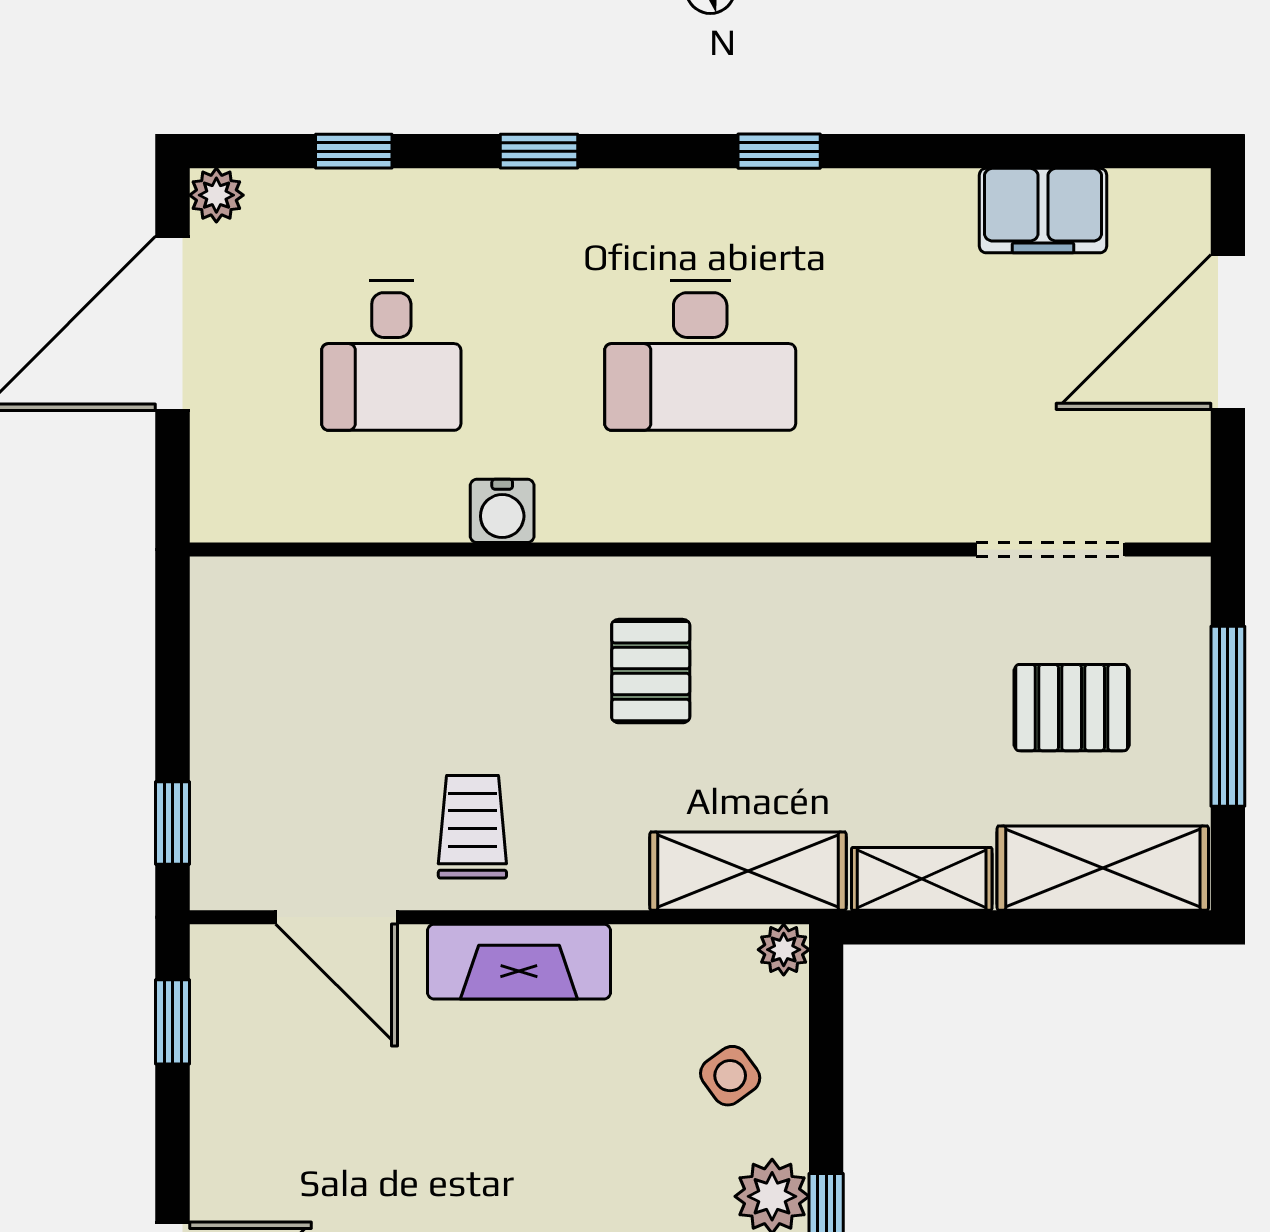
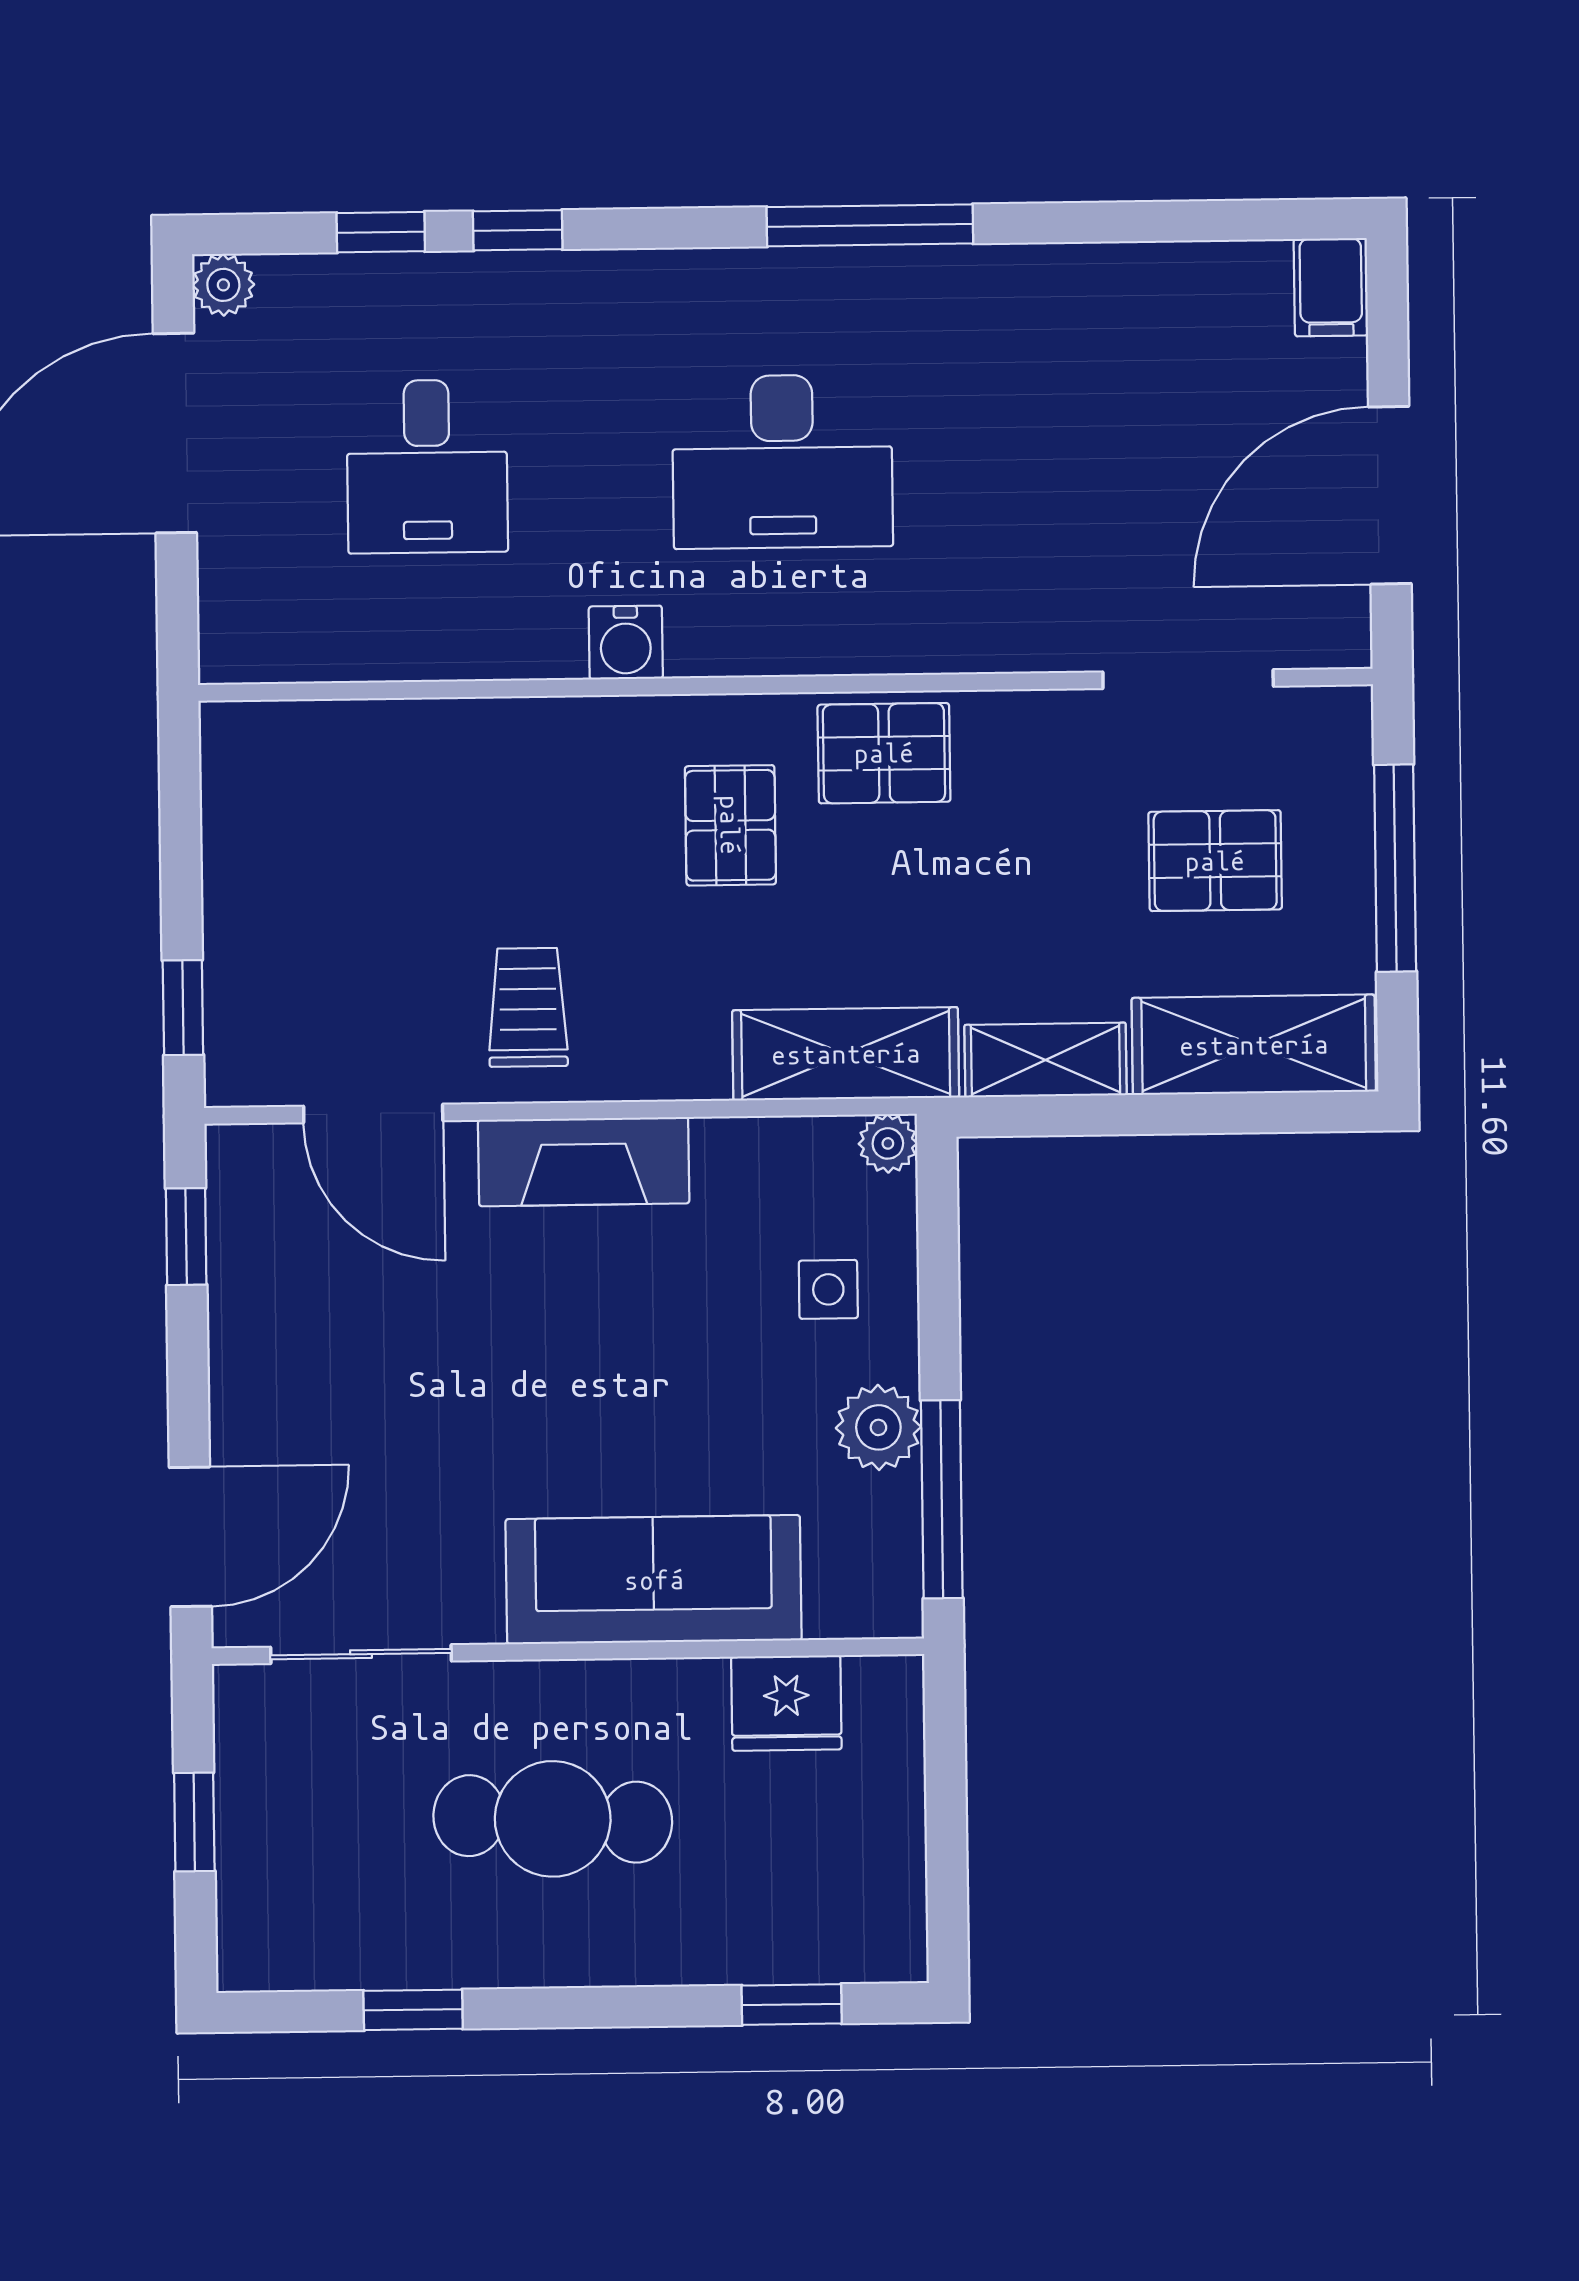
window: (539, 151) -> (518, 230), moved
window: (779, 151) -> (870, 225), width x2.17
filing cabinet: (1043, 211) -> (1331, 287), moved, width x0.50
door: (1228, 332) -> (1390, 495), moved
water cooler: (502, 511) -> (626, 643), moved
pallet: (785, 610) -> (884, 753), added
side table: (730, 1076) -> (828, 1289), turned 36

